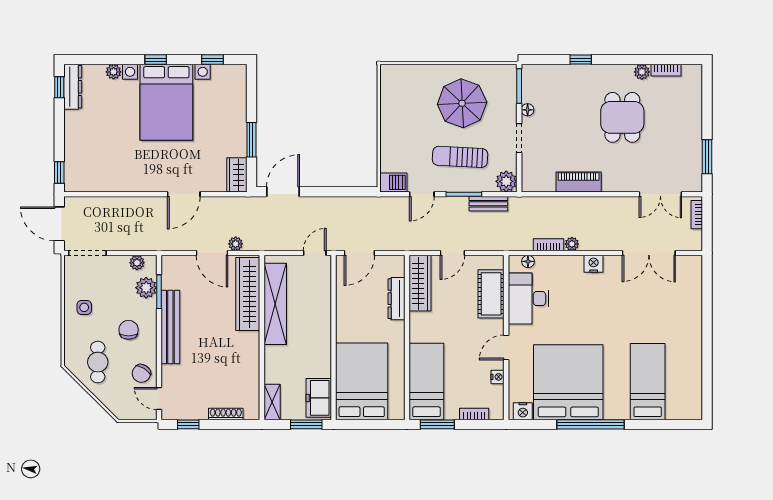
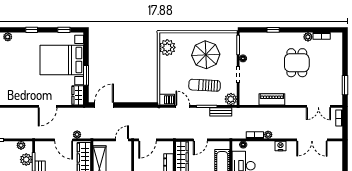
plant: (394, 91) -> (167, 47), added
bed with nightstands: (166, 102) -> (62, 60), moved, turned 90
door: (422, 194) -> (183, 106), swing flipped

